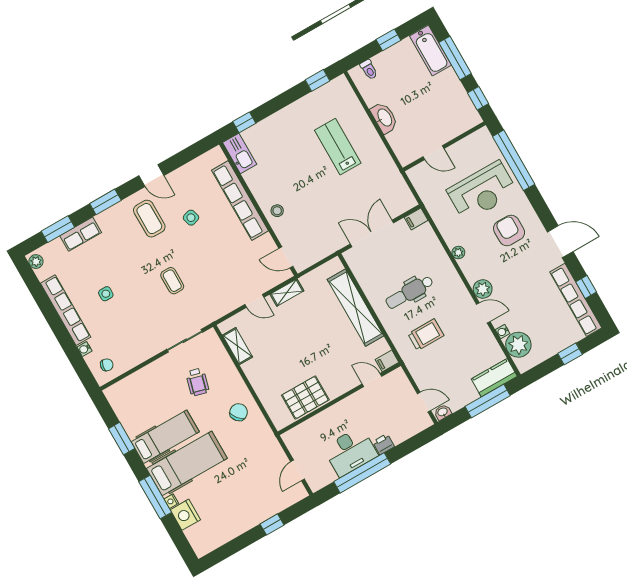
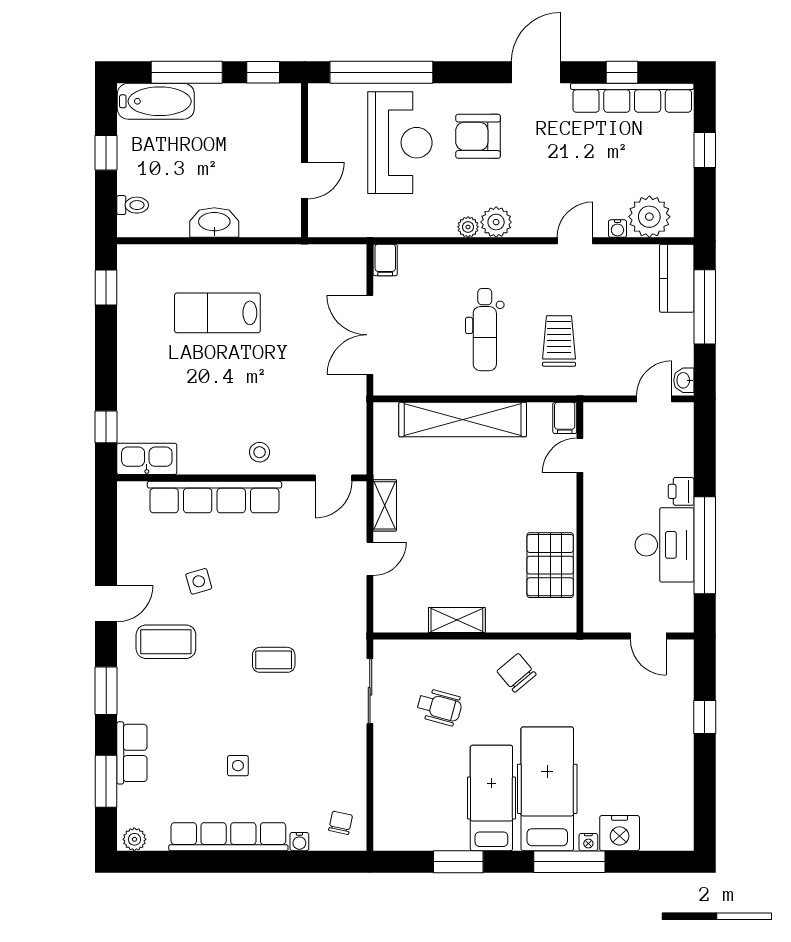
plant: (483, 289) -> (496, 222), moved
shelving: (237, 346) -> (457, 620), moved

